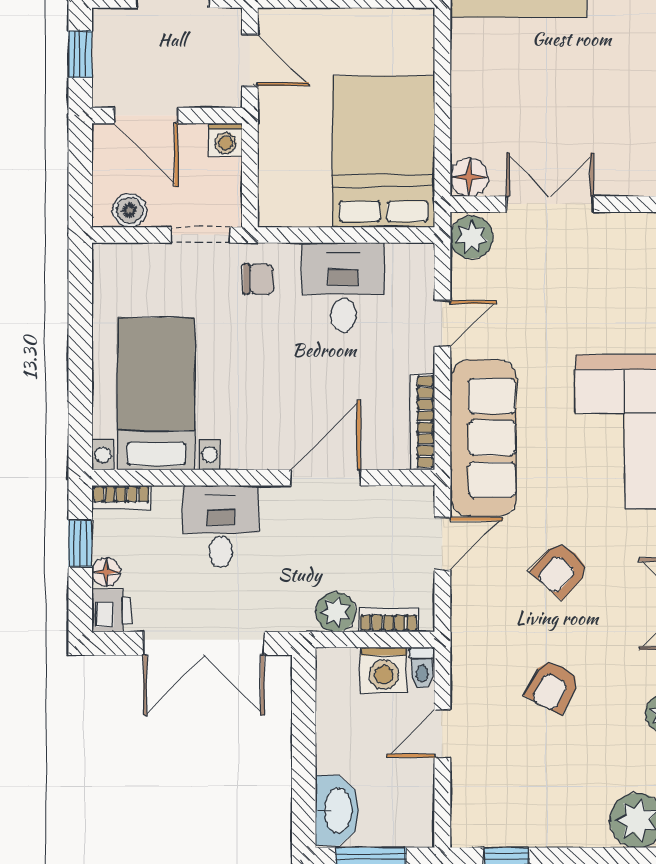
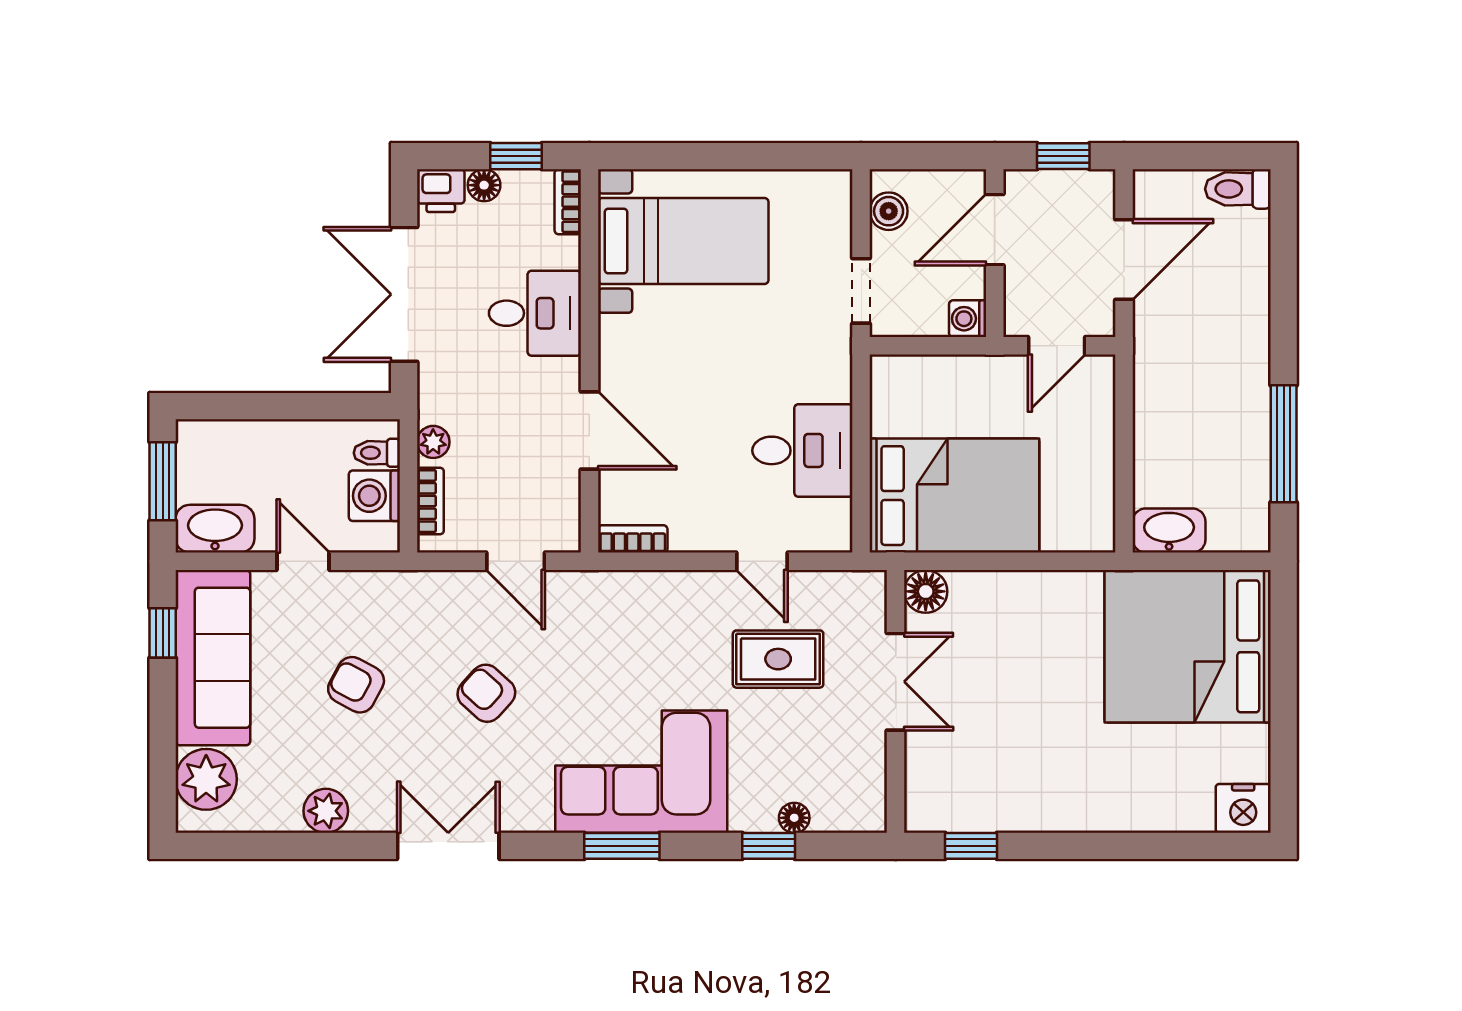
plant: (472, 237) -> (859, 594), removed
chair: (259, 279) -> (812, 356), removed
rug: (530, 309) -> (778, 659), added
bookcase: (422, 422) -> (633, 539), width x0.64
sofa: (483, 438) -> (213, 658), moved, turned -90
plant: (336, 612) -> (433, 442), width x0.73, depth x0.73
toilet: (422, 668) -> (377, 453), moved
washbasin: (337, 810) -> (215, 529), moved, turned 180

